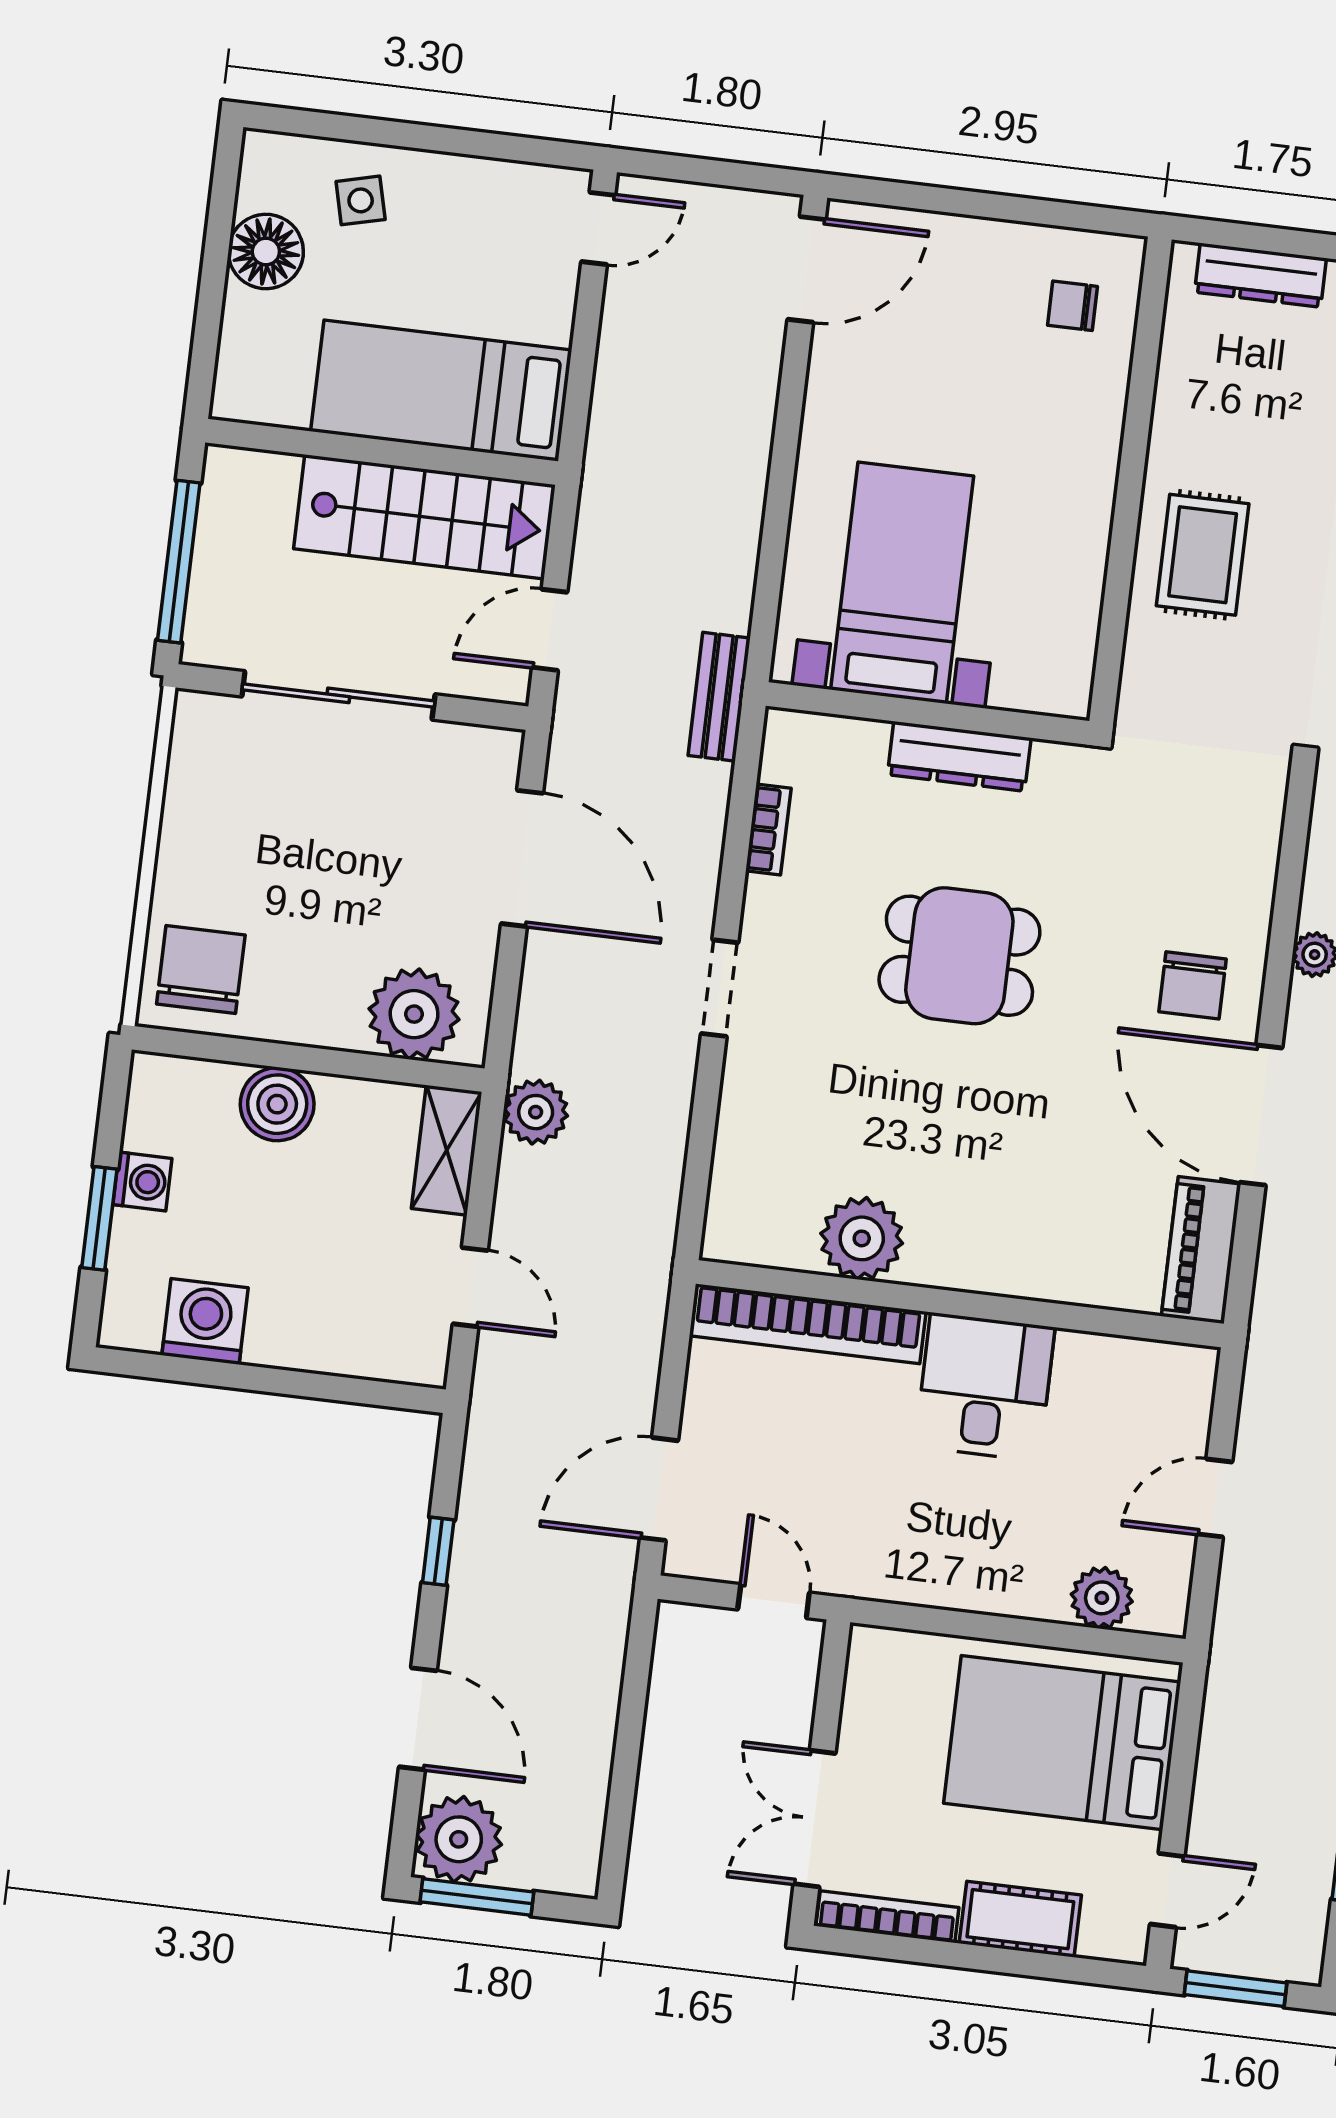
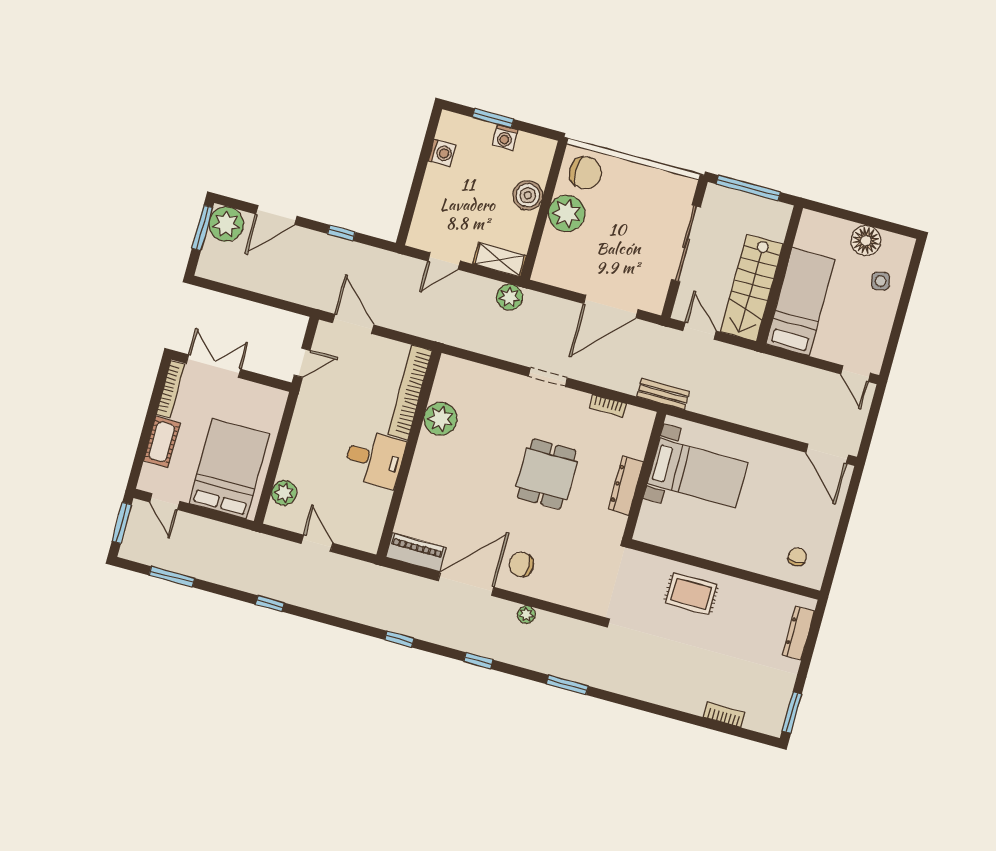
plant: (414, 1014) -> (567, 213), moved
washing machine: (205, 1321) -> (442, 153), width x0.73, depth x0.73

